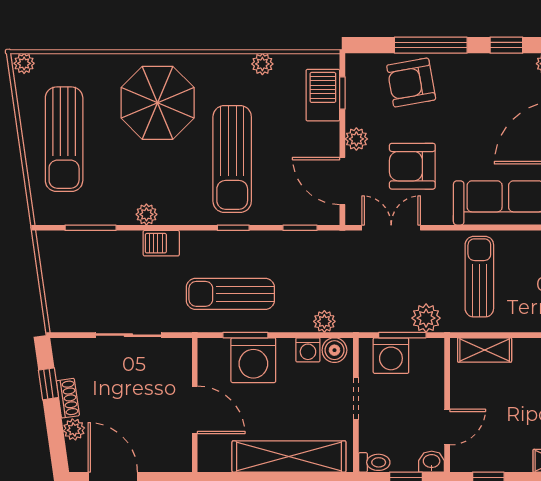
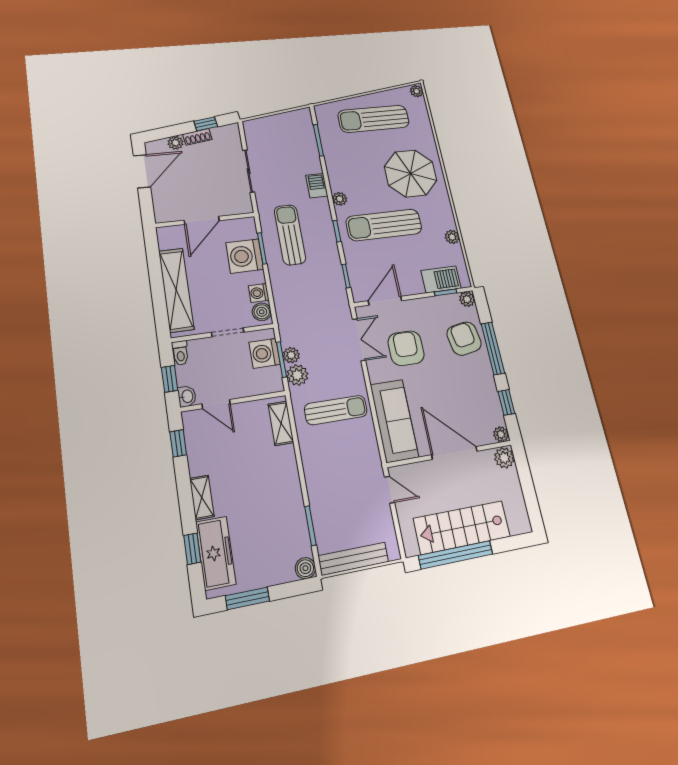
plant: (356, 139) -> (467, 299), moved
plant: (146, 214) -> (340, 199), moved
plant: (324, 321) -> (291, 355), moved

